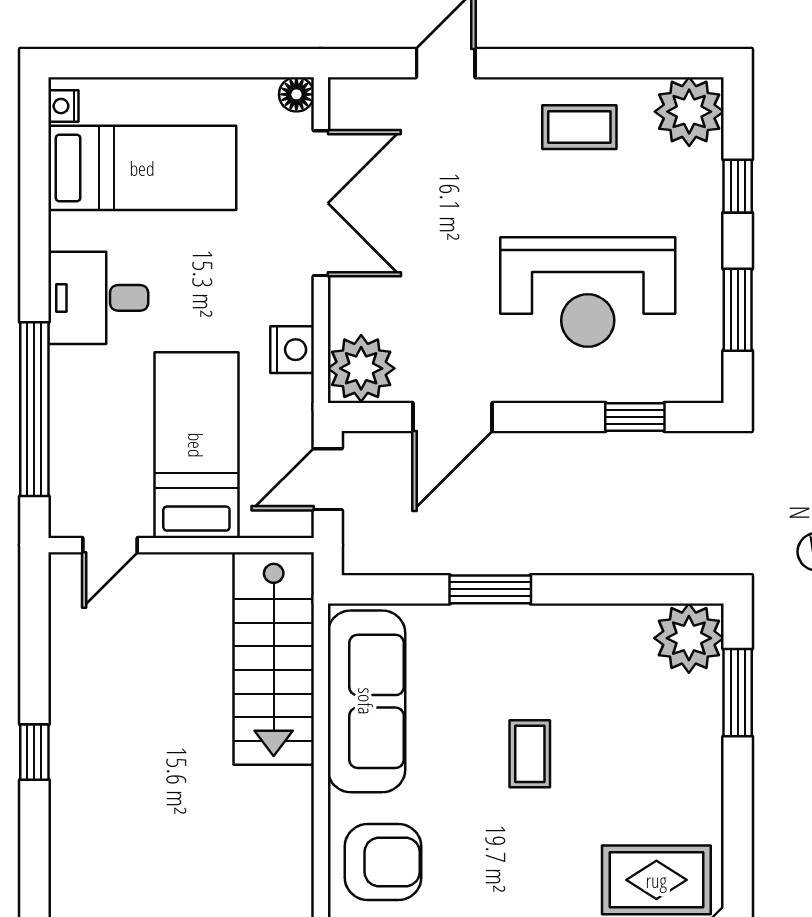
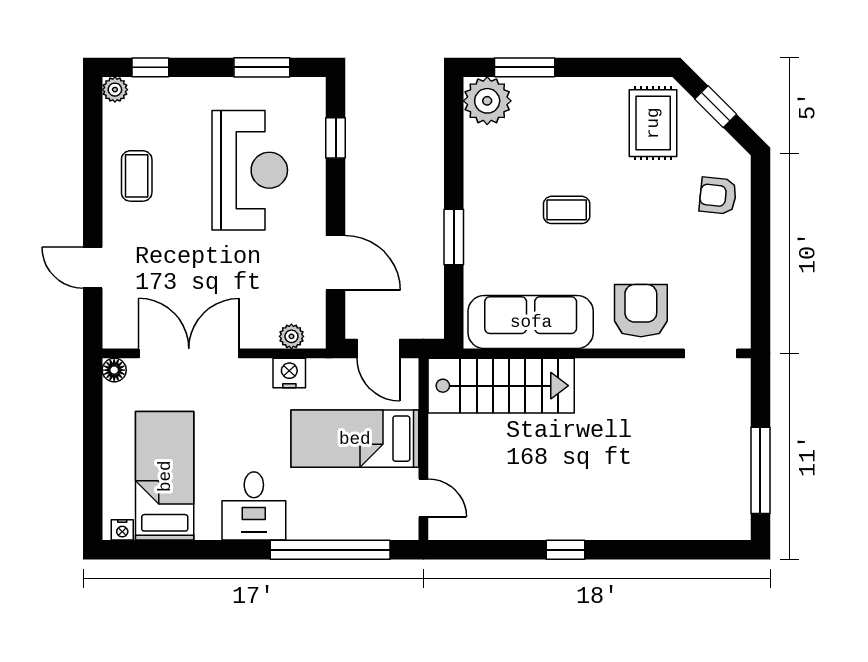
plant: (689, 112) -> (115, 90), width x0.53, depth x0.53
window: (738, 186) -> (150, 67), moved
plant: (361, 368) -> (291, 336), width x0.53, depth x0.53

